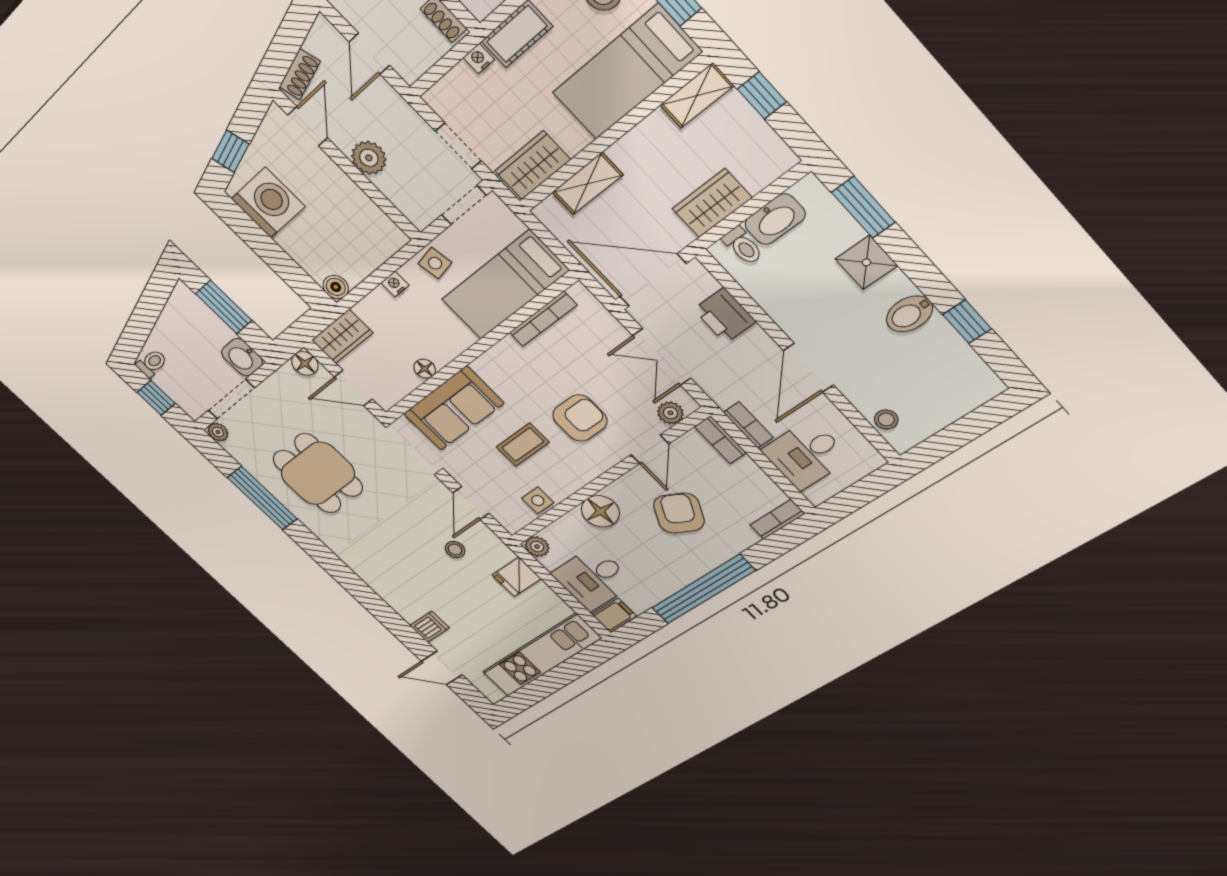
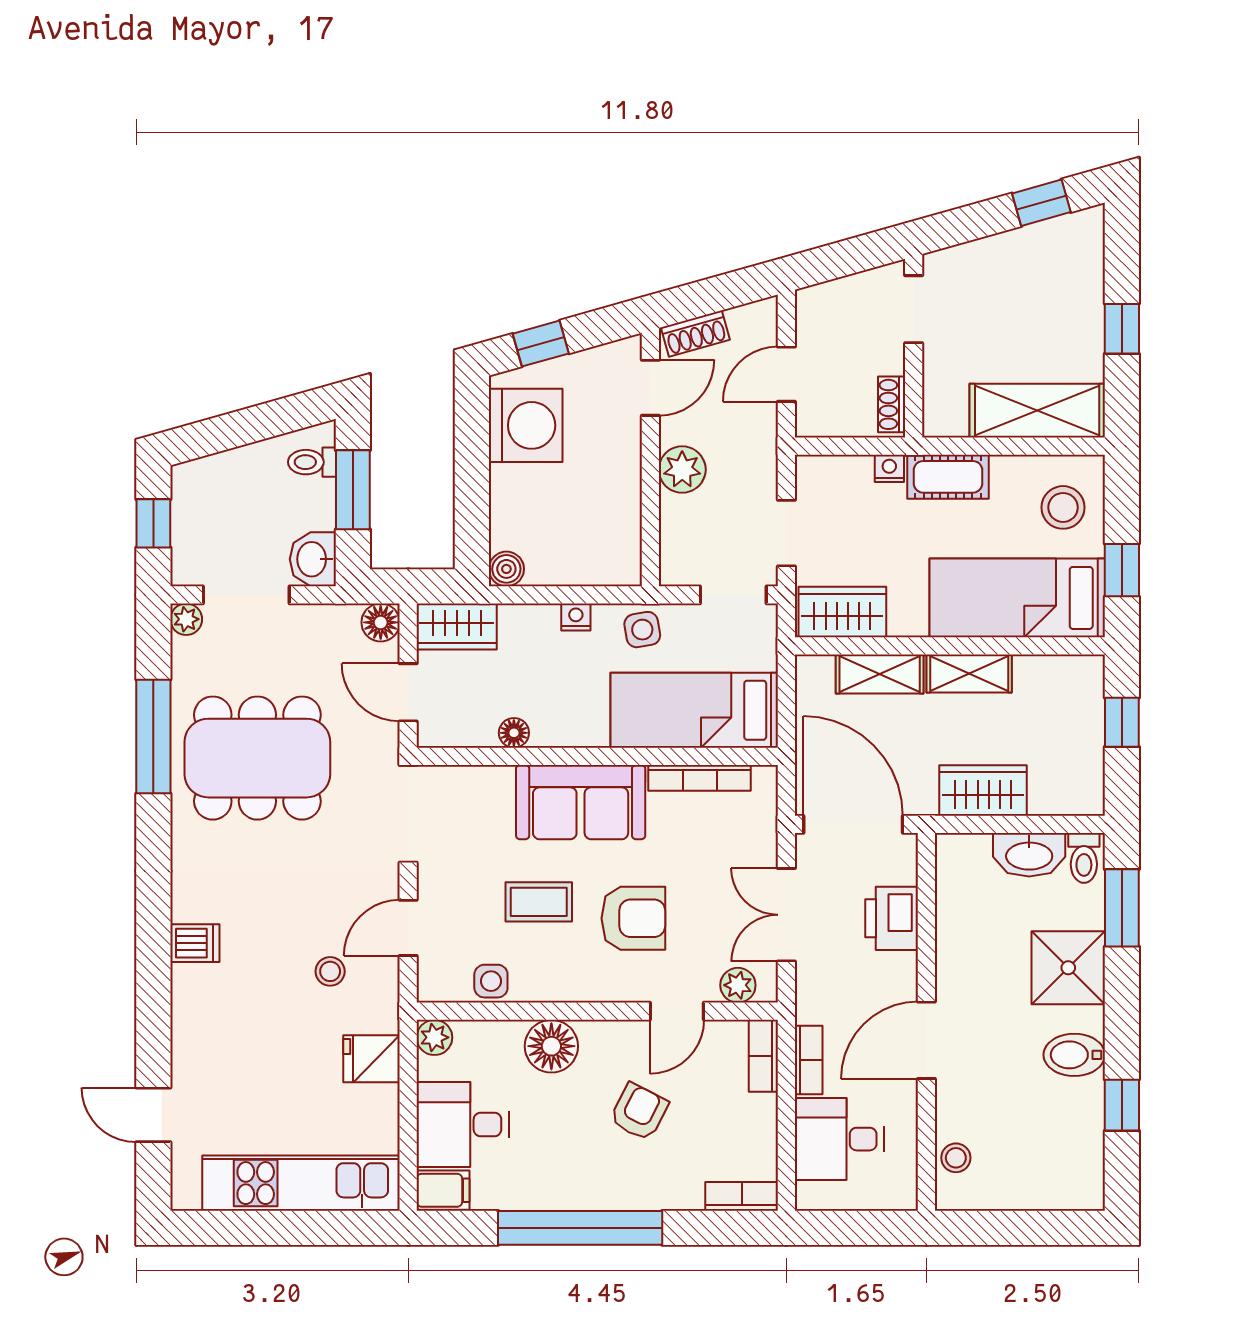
shelving: (697, 96) -> (969, 673), moved
toilet: (743, 246) -> (1084, 858), moved
shower: (866, 262) -> (1068, 968), width x1.36, depth x1.36
toilet: (152, 363) -> (312, 462), moved, turned 180
sofa: (454, 409) -> (581, 802), moved
dining table: (318, 473) -> (257, 758), width x1.38
armchair: (679, 513) -> (639, 1112), width x0.72, depth x0.72
dishwasher: (430, 627) -> (195, 943), moved

